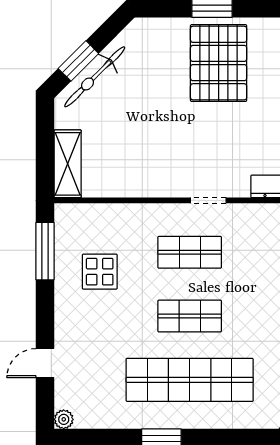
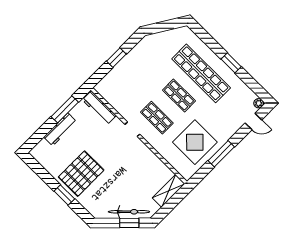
window: (45, 251) -> (221, 154), moved
display table: (100, 272) -> (195, 142), width x1.86, depth x1.86
door: (45, 363) -> (253, 122), moved

